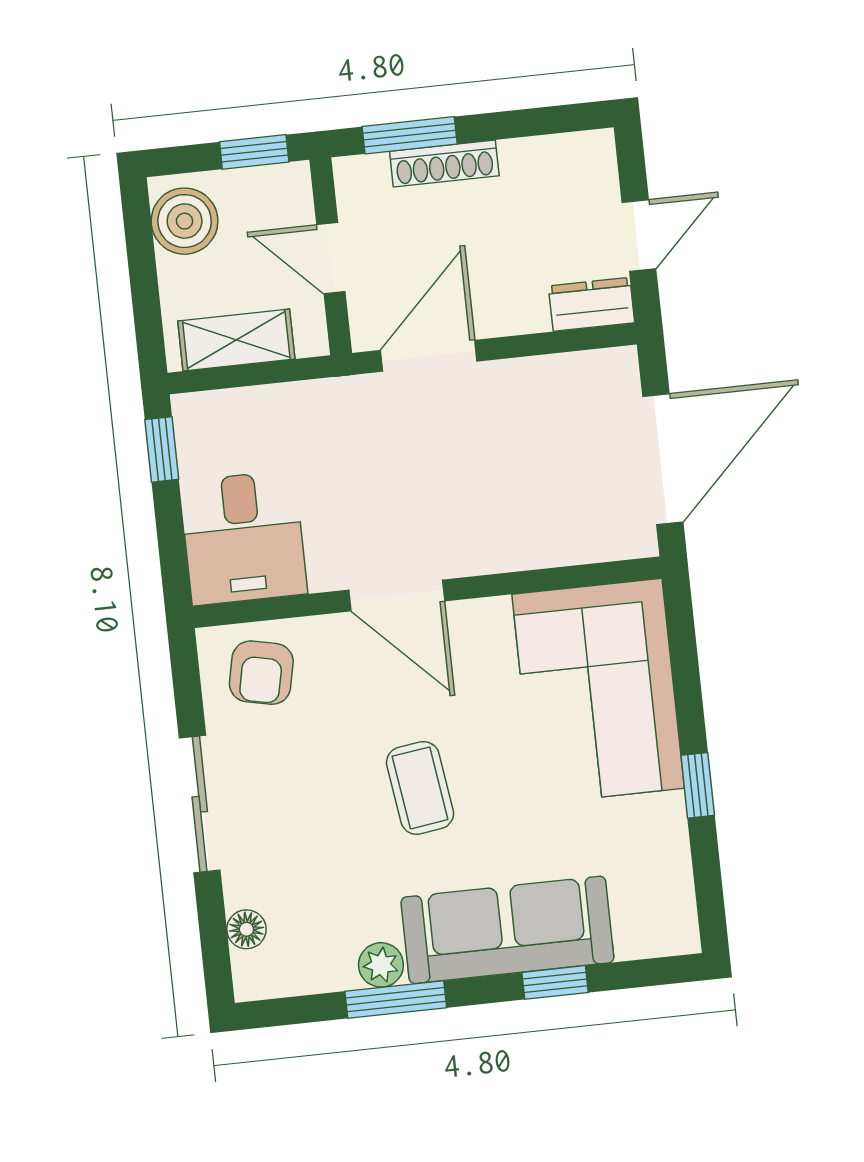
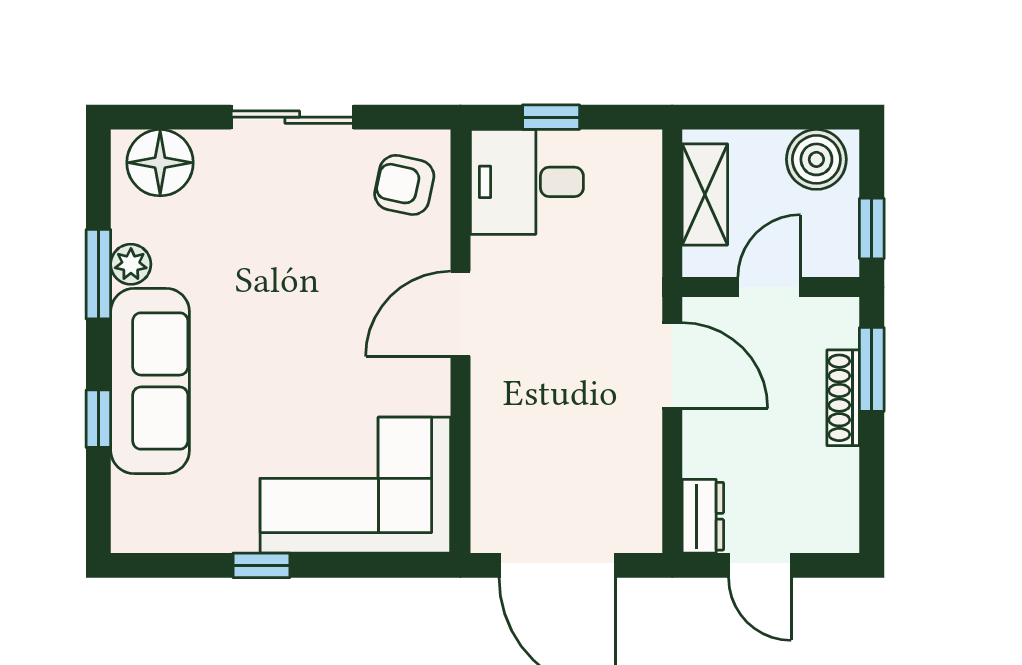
window: (162, 449) -> (551, 117), moved
coffee table: (420, 788) -> (286, 316), removed
floor lamp: (246, 929) -> (160, 163), width x1.89, depth x1.89

